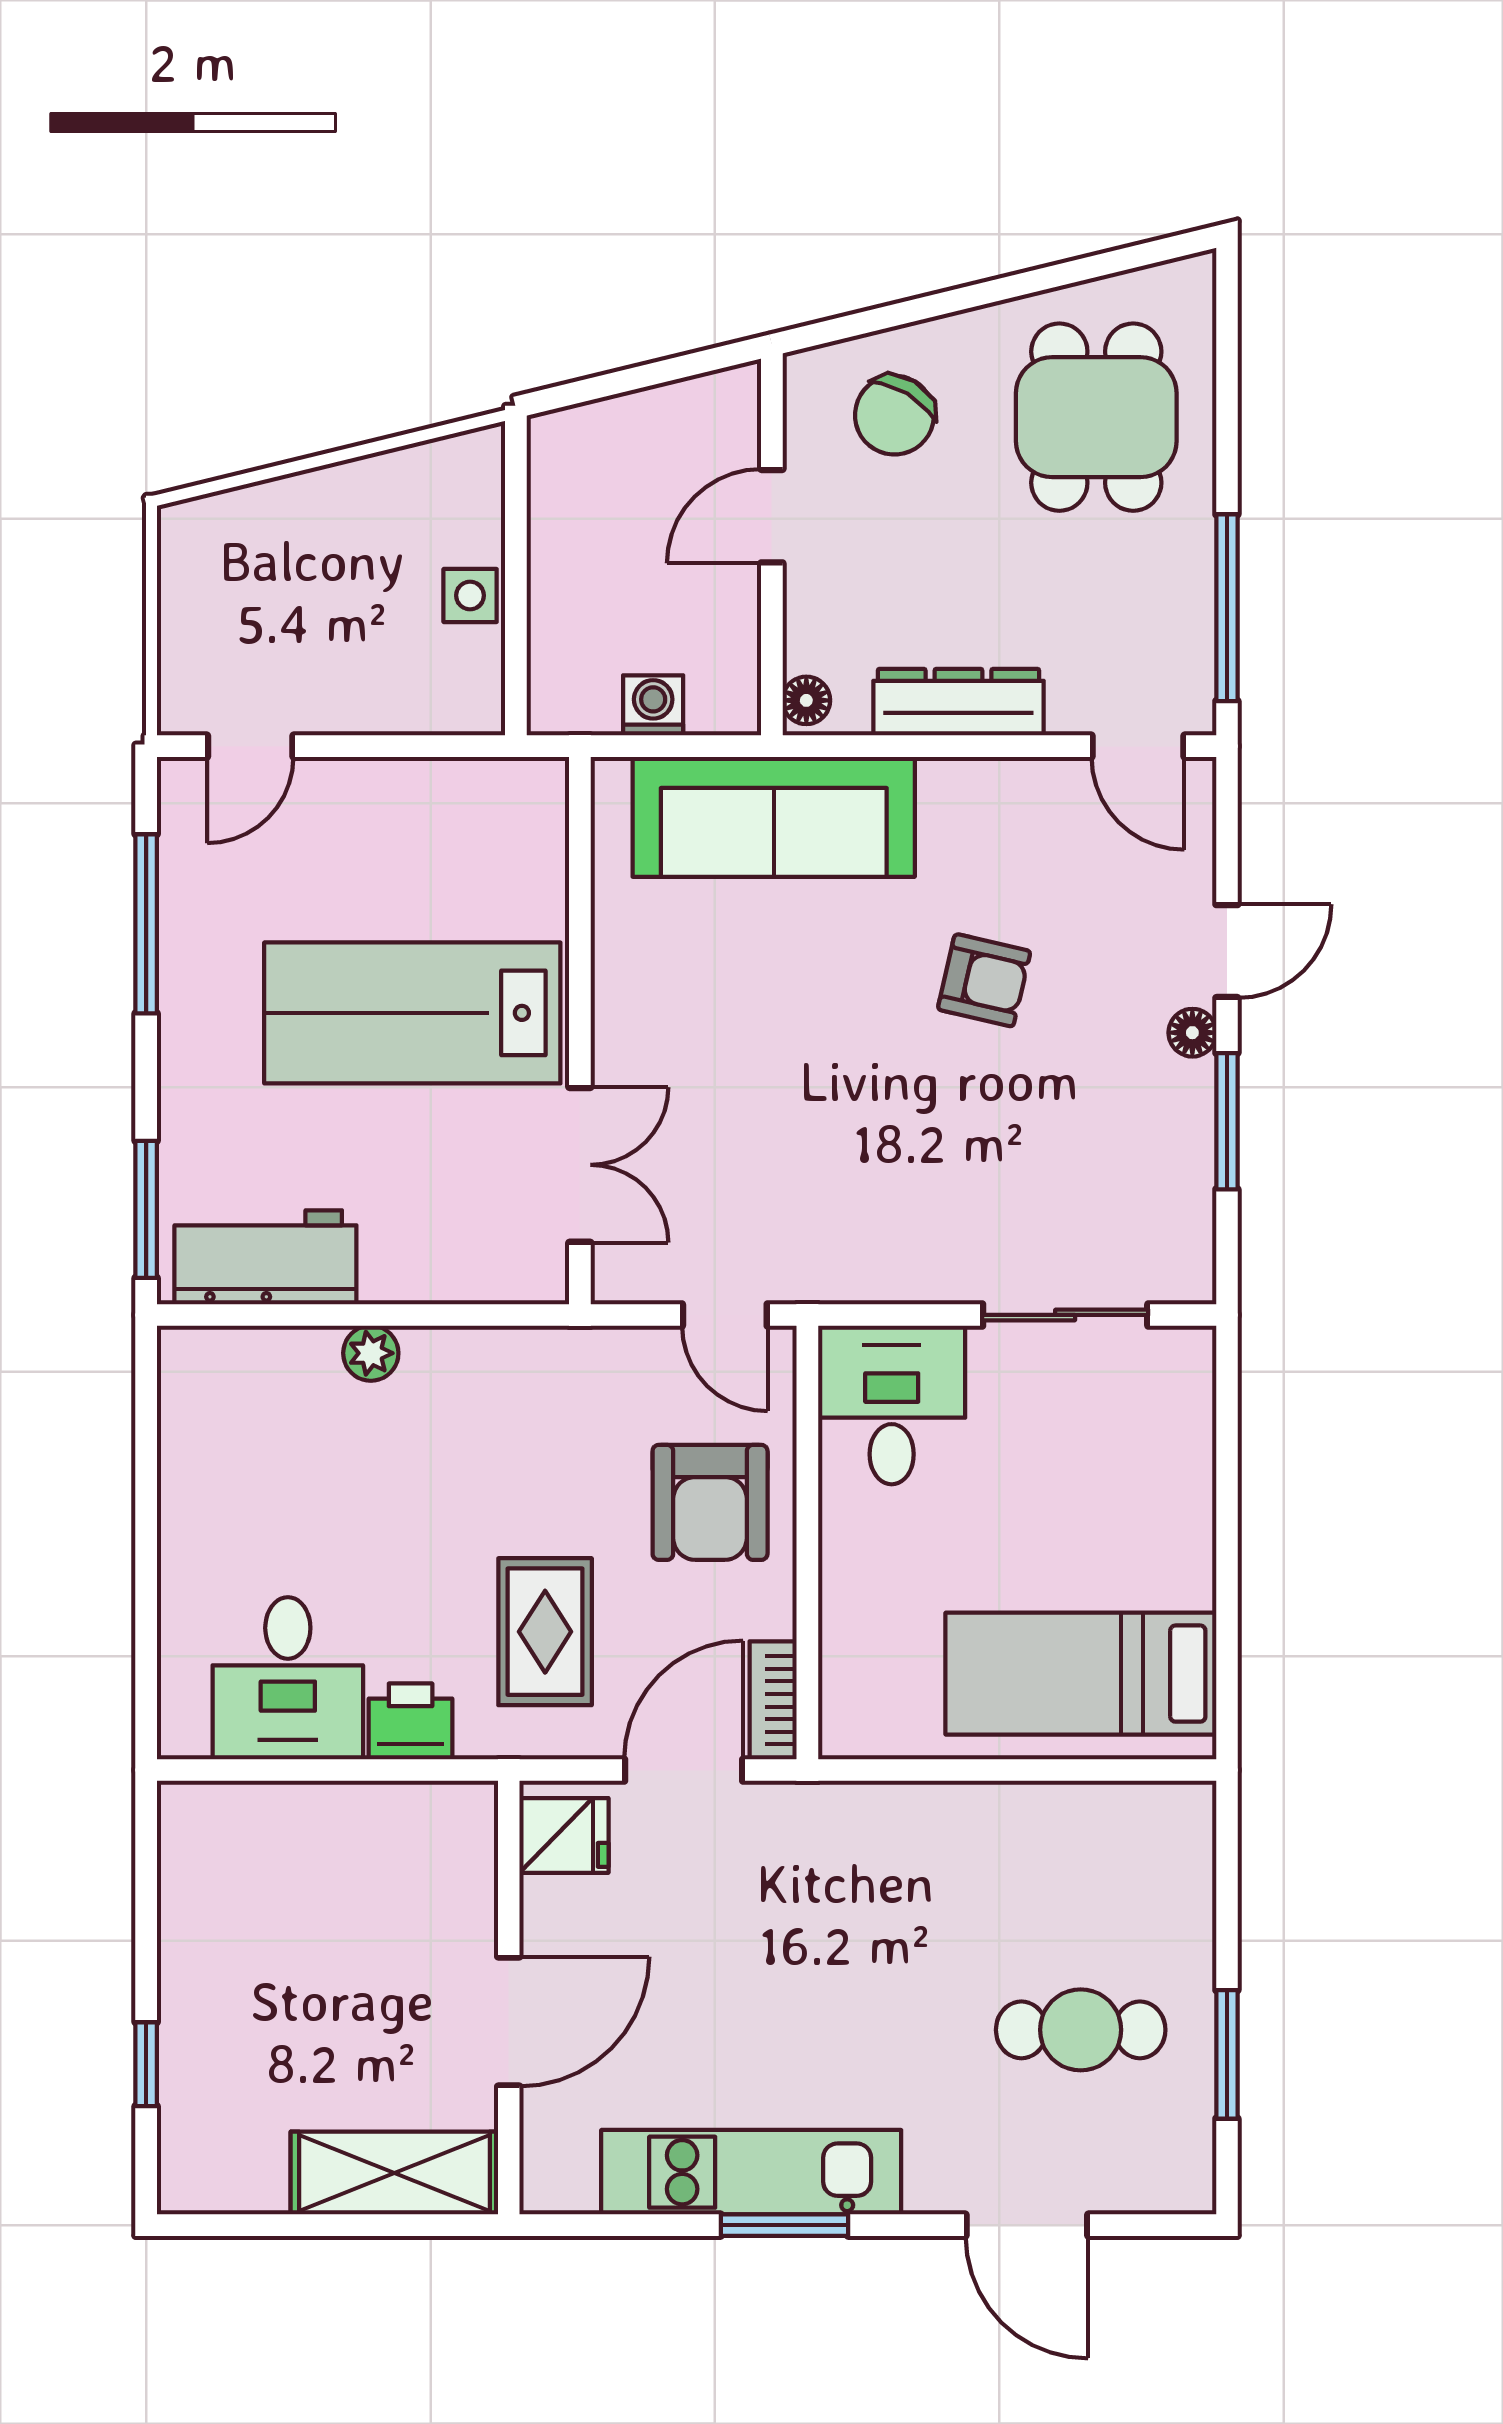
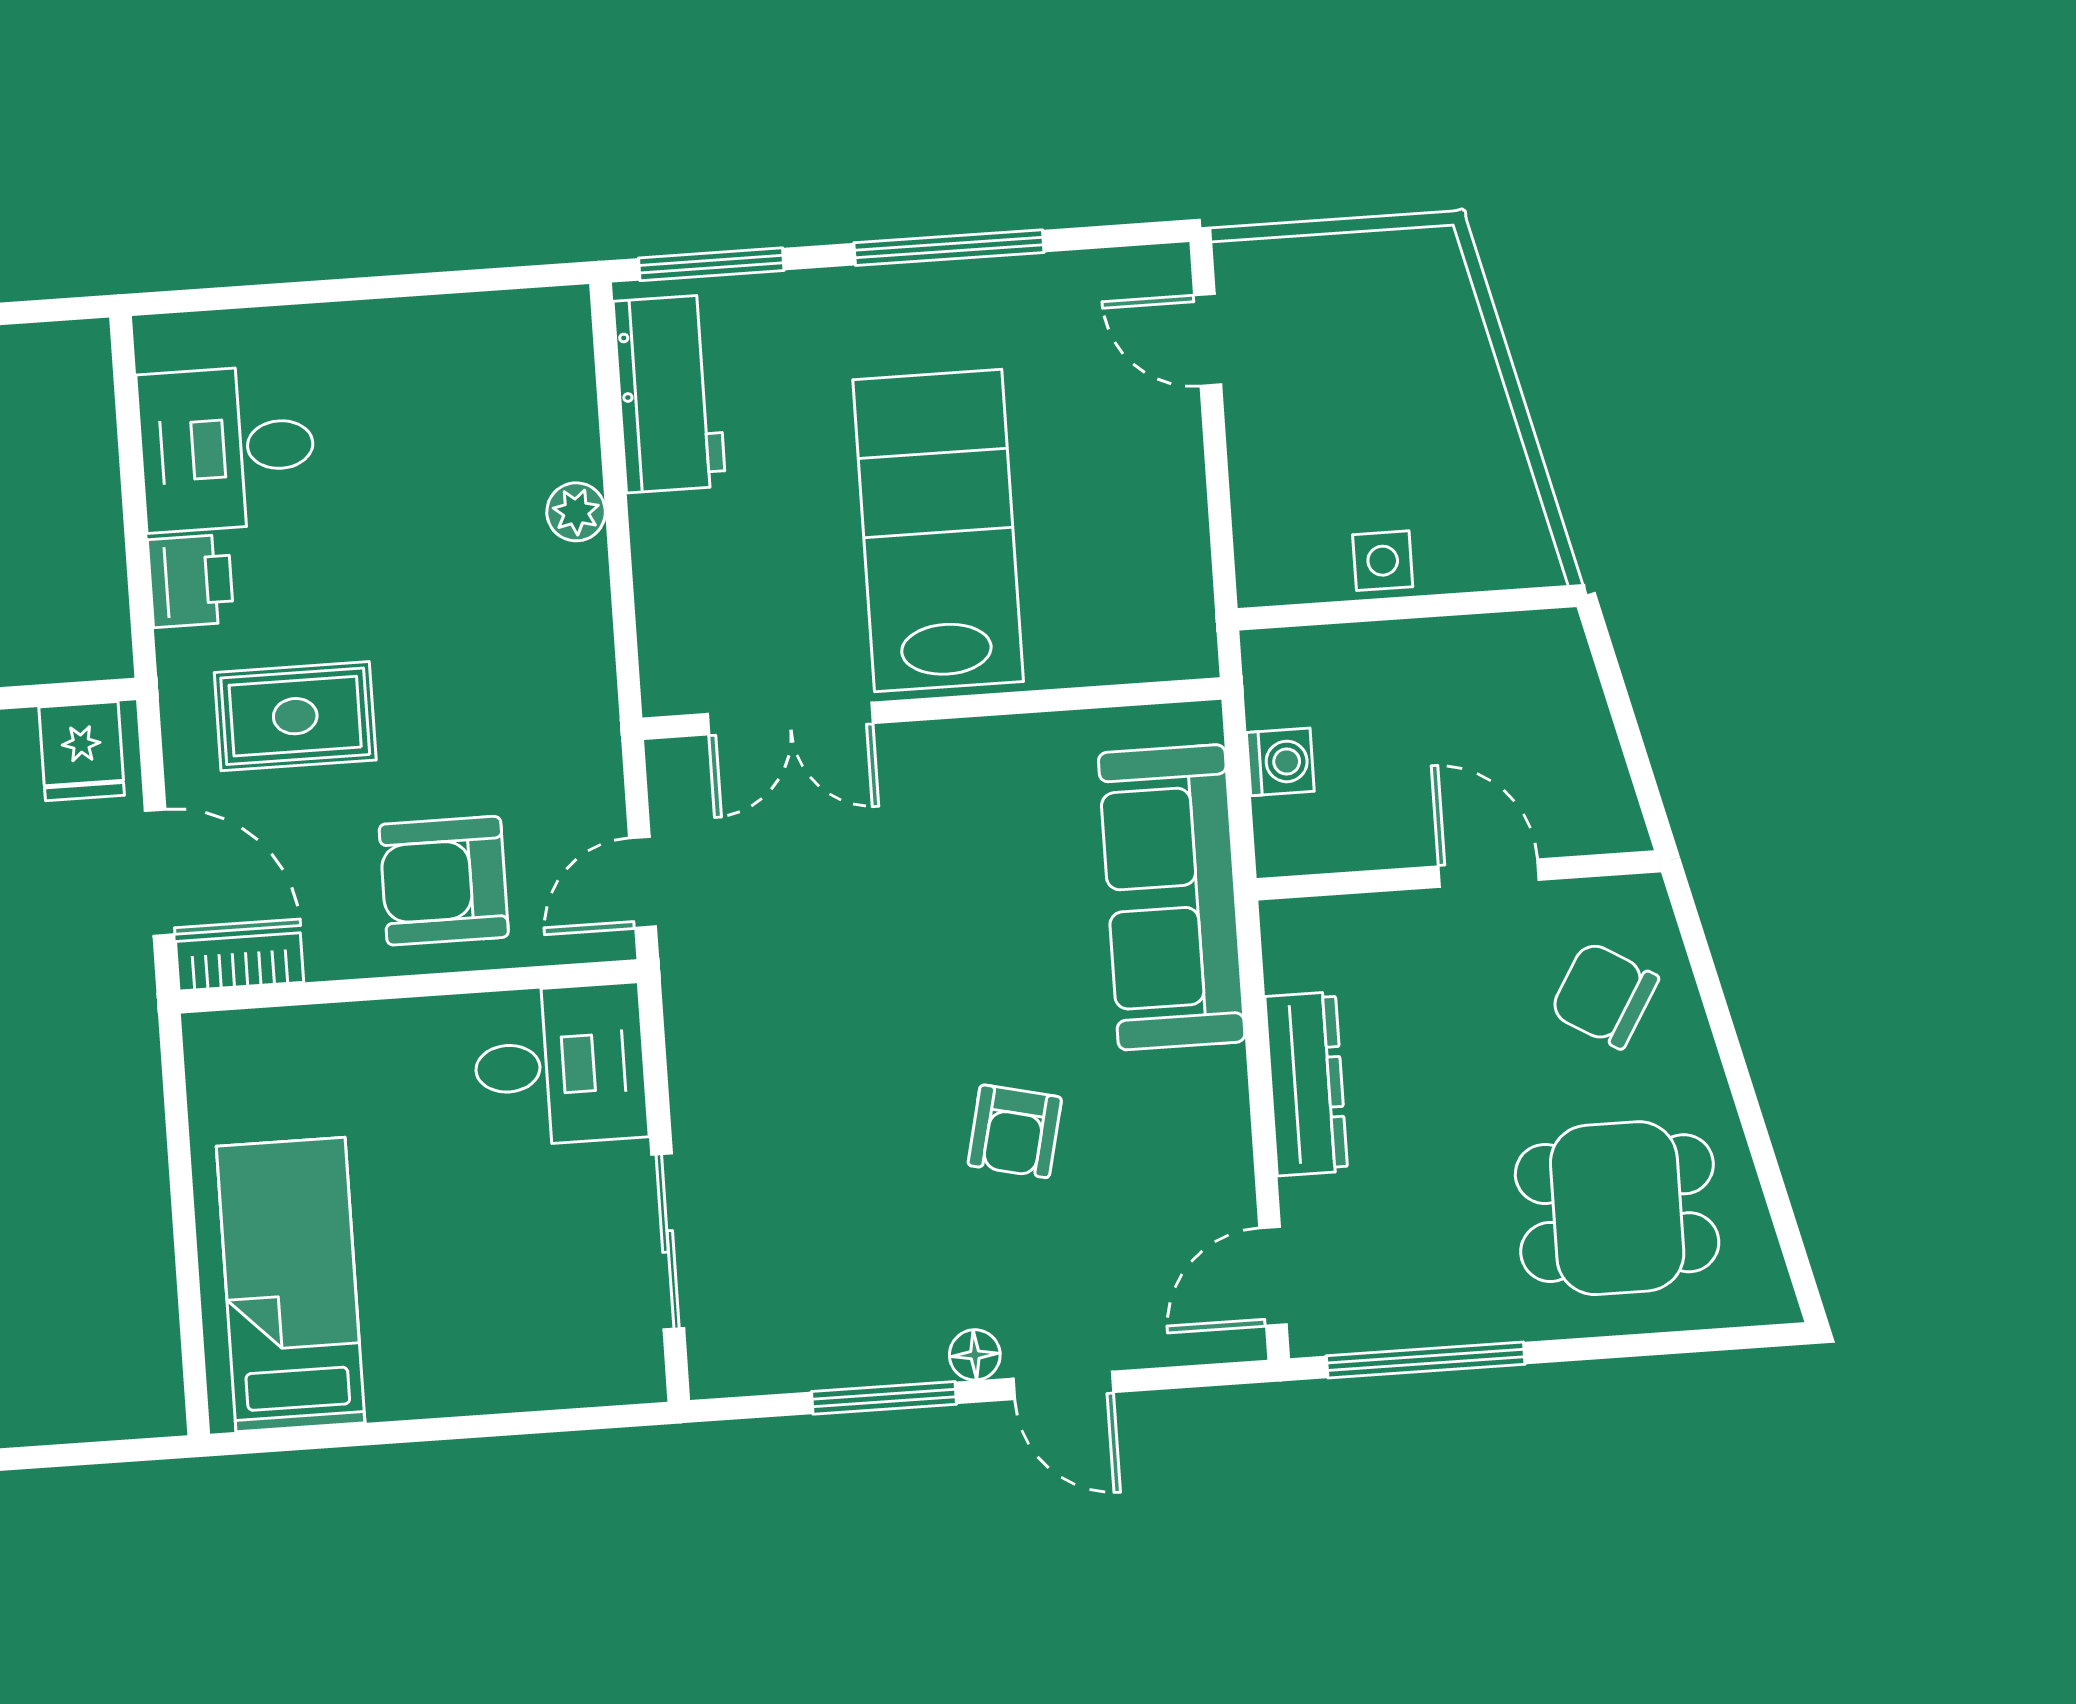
floor lamp: (806, 700) -> (1297, 923), removed
window: (146, 924) -> (949, 248), moved

